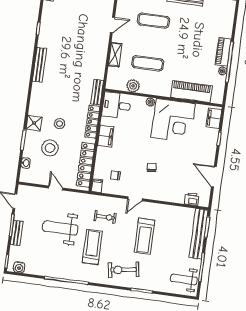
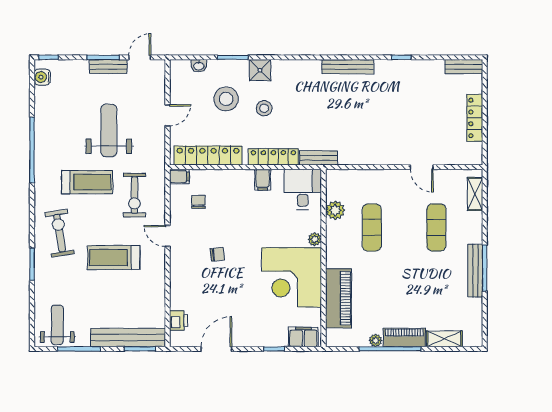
shelving: (115, 55) -> (444, 339), moved
filing cabinet: (106, 136) -> (263, 180), width x0.50
exercise bike: (105, 217) -> (134, 195), width x1.38, depth x1.39
bench: (17, 233) -> (108, 67), moved

